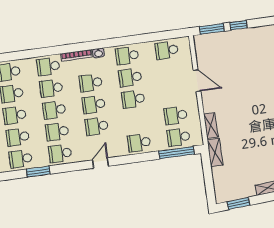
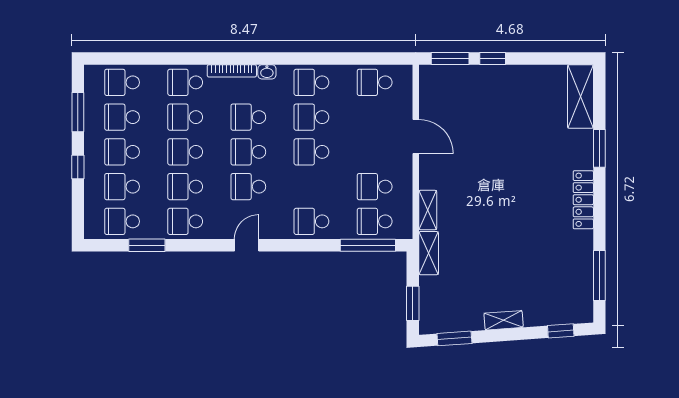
window: (209, 185) -> (413, 303), added

